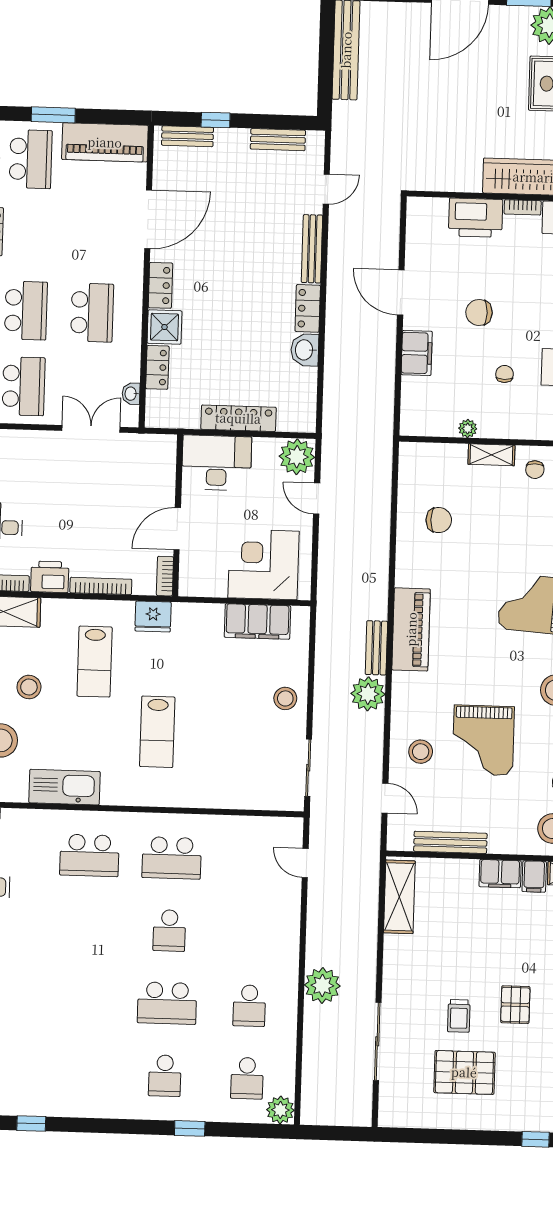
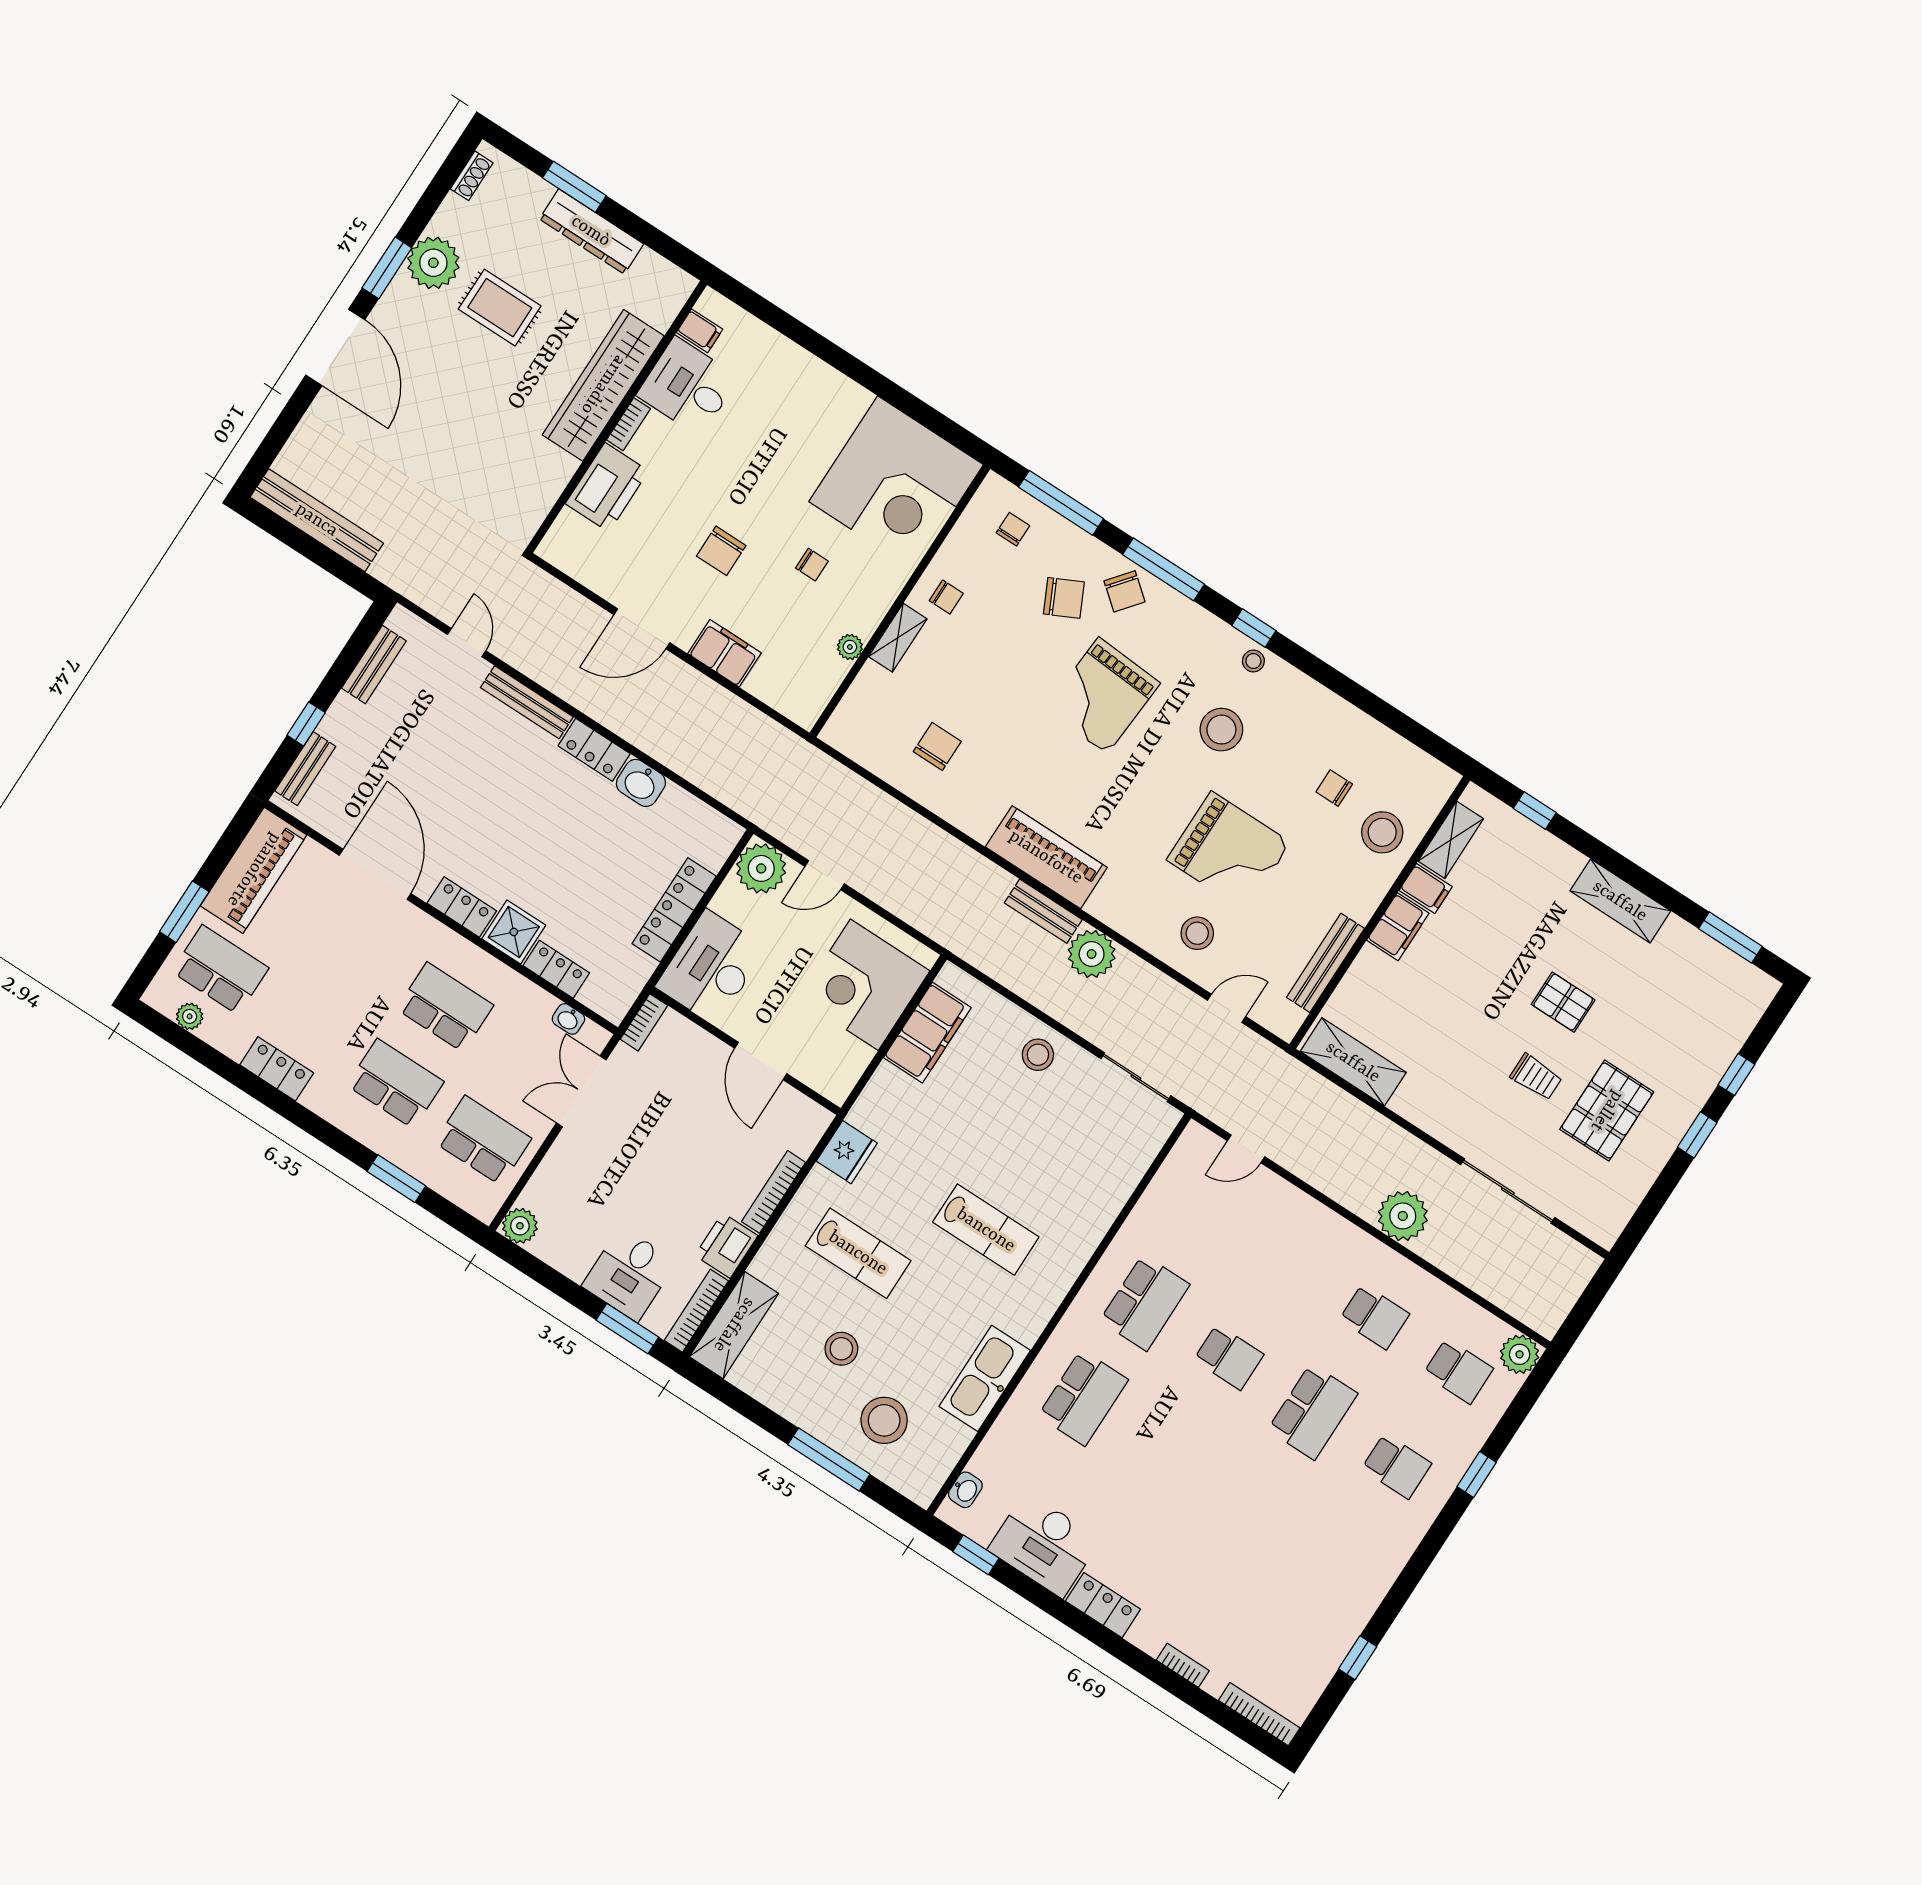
chair: (505, 374) -> (812, 565), turned 180
bookcase: (165, 576) -> (644, 1022), moved, turned -90
window: (483, 1138) -> (1697, 1135), added

